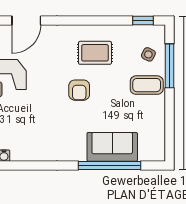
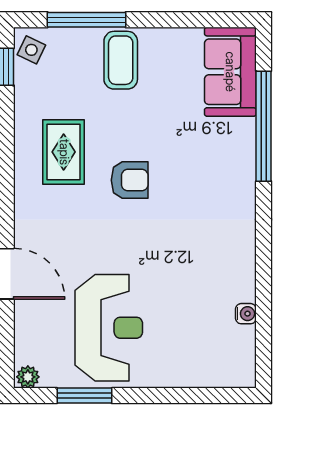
side table: (148, 54) -> (31, 50), moved
sofa: (112, 147) -> (230, 72), moved

